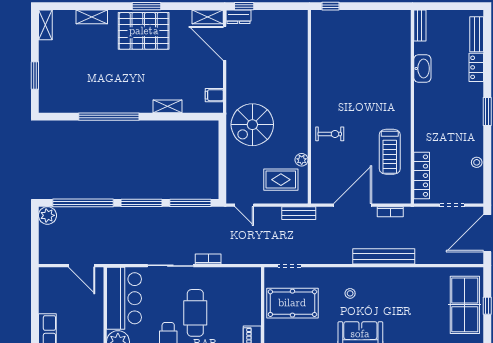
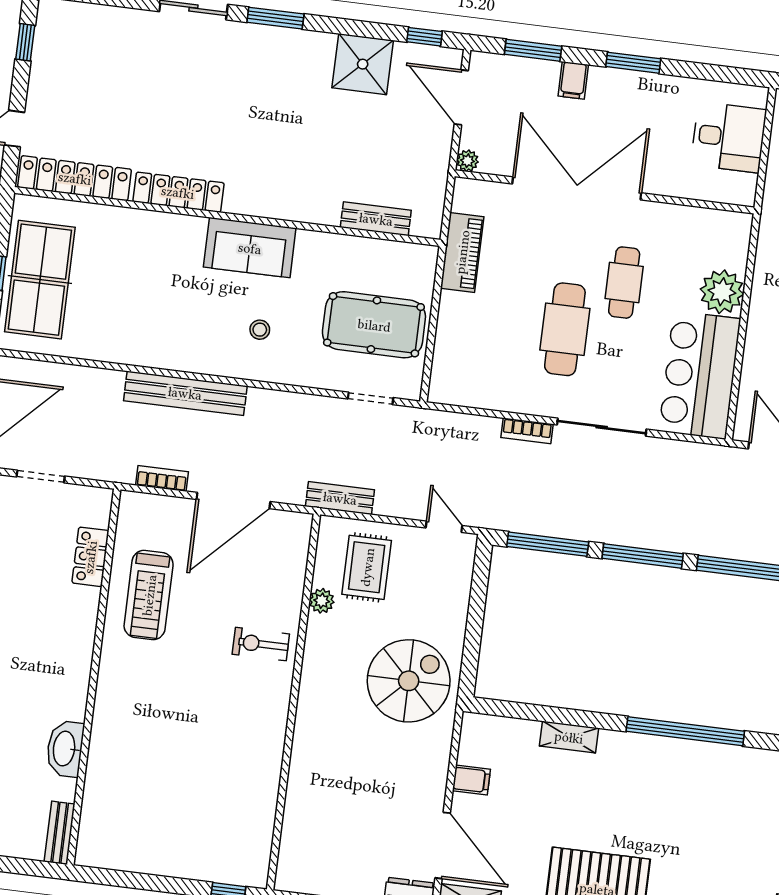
filing cabinet: (214, 95) -> (471, 780), moved
treadmill: (390, 152) -> (149, 595), turned 180
locker: (422, 176) -> (90, 557), width x0.66
rug: (281, 180) -> (367, 567), turned 90

